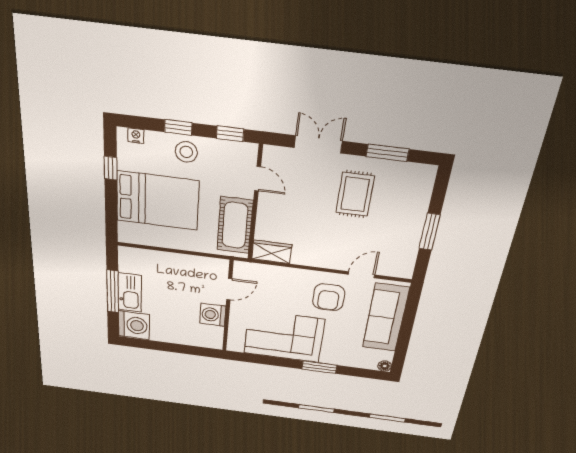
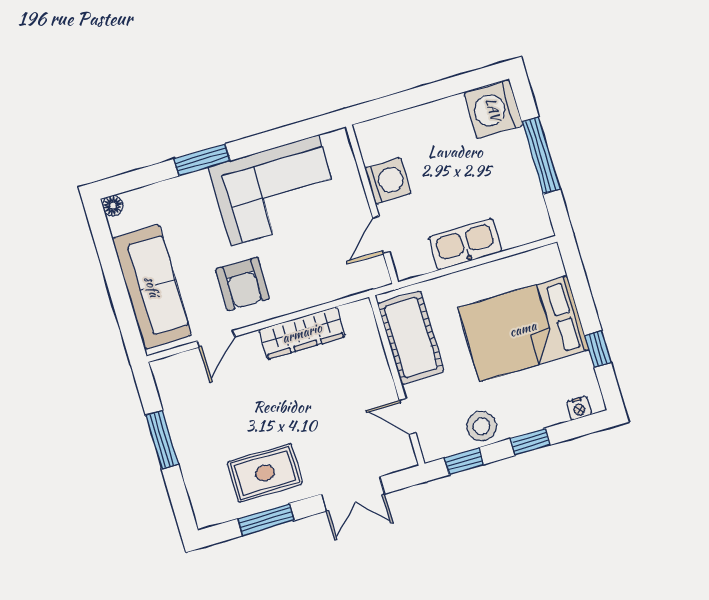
stool: (186, 152) -> (481, 426), moved
rug: (355, 194) -> (265, 473), moved, turned 90
wardrobe: (272, 252) -> (302, 333), moved, width x1.50
kitchen sink: (130, 293) -> (465, 244), moved, turned 90
armchair: (329, 297) -> (243, 284), turned 180

